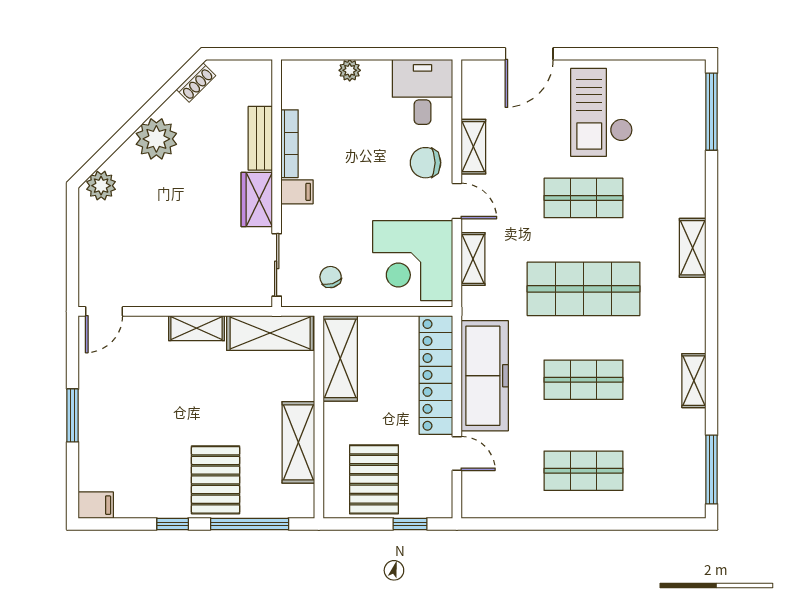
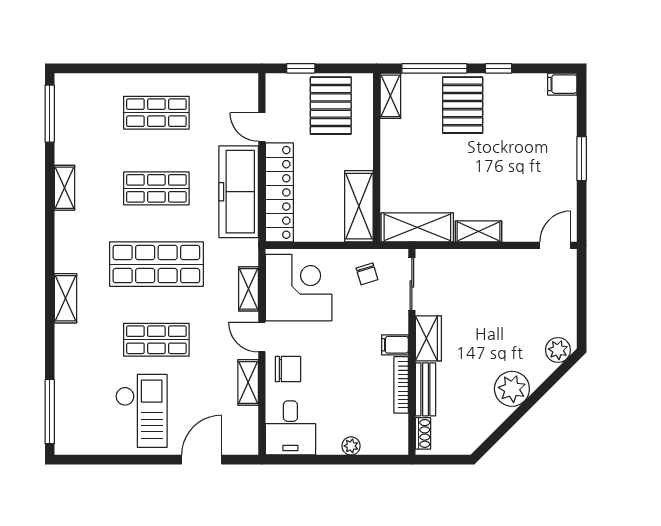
shoe rack: (196, 82) -> (423, 433), moved, turned 135
shelving: (298, 442) -> (390, 96), moved, width x0.67, depth x0.75

